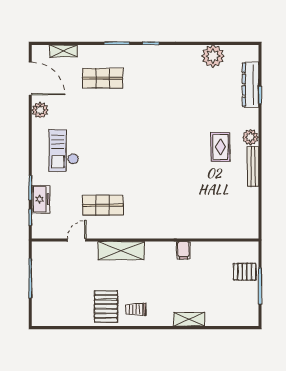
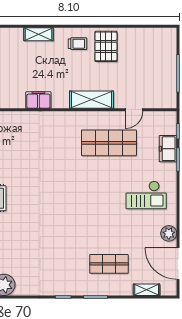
checkout: (64, 150) -> (146, 195), turned 90
shop shelf: (103, 205) -> (109, 143), width x1.43, depth x1.36
filing cabinet: (183, 250) -> (38, 100), width x2.00
shelving: (189, 319) -> (38, 34), moved

